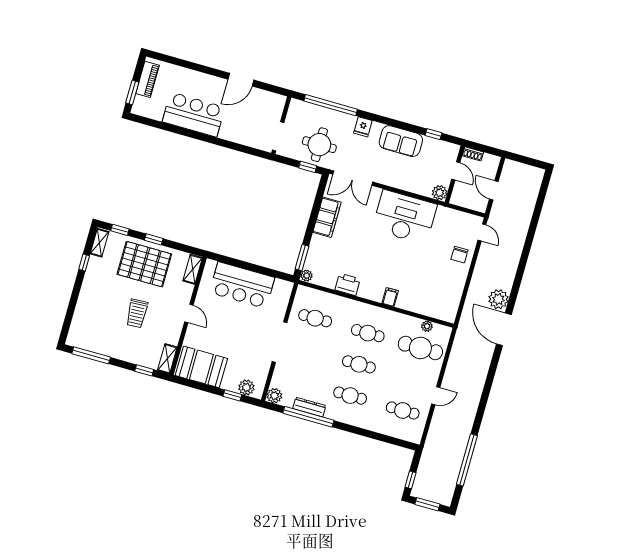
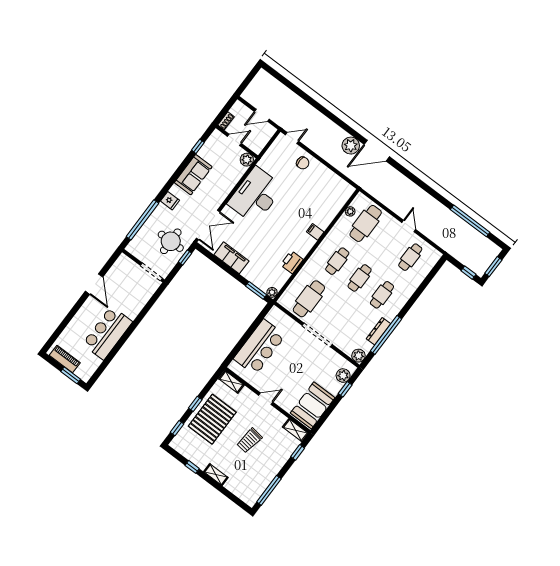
shelving: (100, 243) -> (216, 475), moved
trolley: (137, 313) -> (249, 440), turned 101
cafe table: (315, 318) -> (309, 299), width x1.37, depth x1.35

